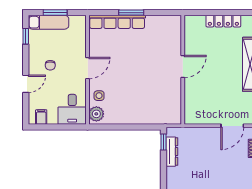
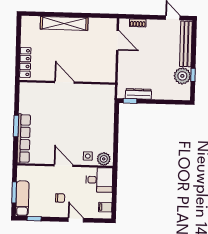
locker: (223, 21) -> (25, 62), moved

